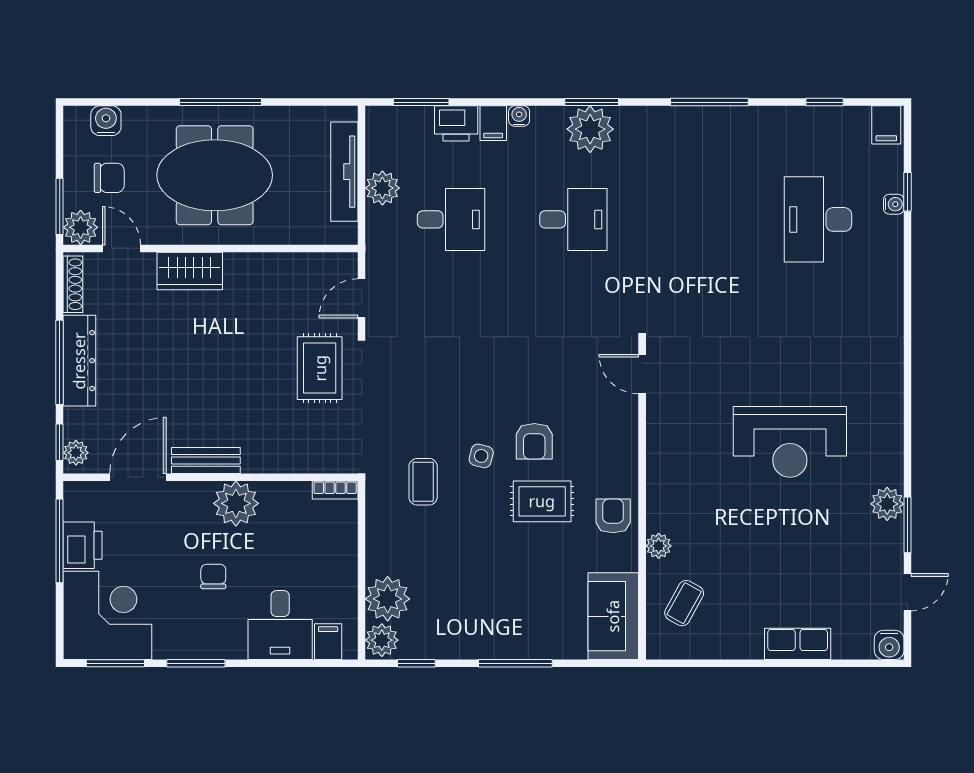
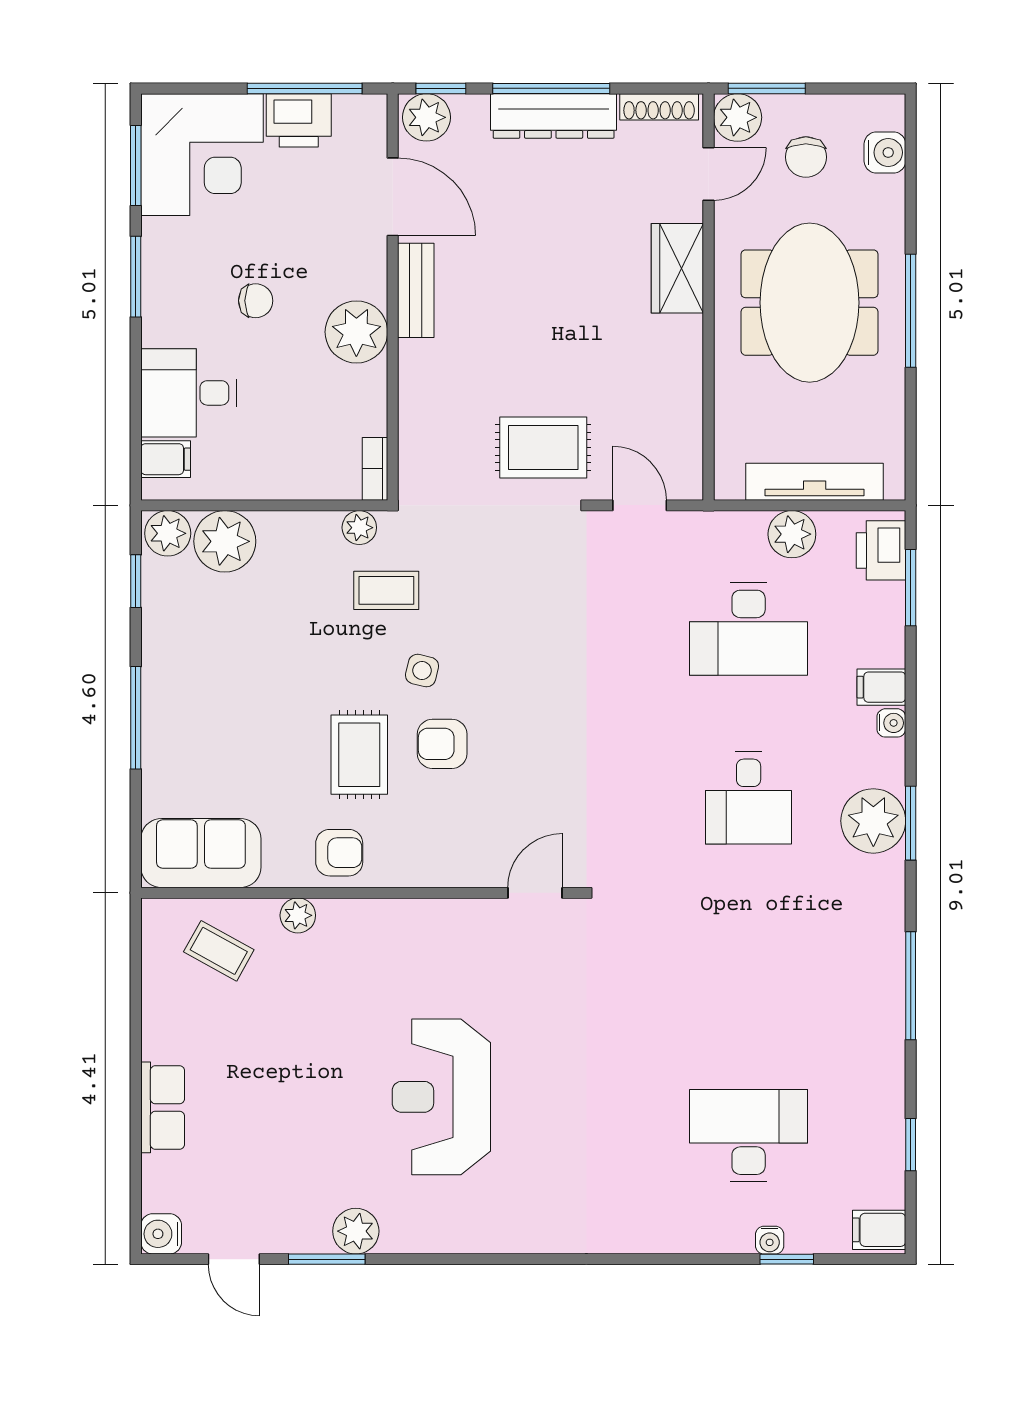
printer: (456, 123) -> (881, 550), moved
desk: (451, 219) -> (749, 629), width x1.37
plant: (76, 453) -> (426, 117), width x1.38, depth x1.38
plant: (378, 501) -> (359, 528), added

